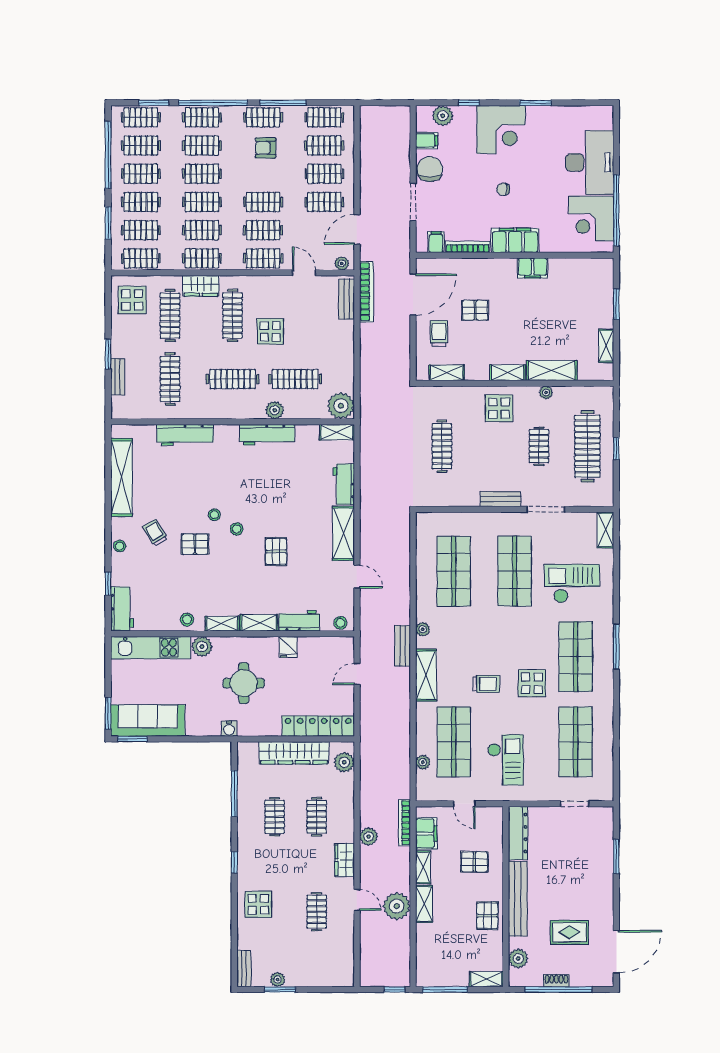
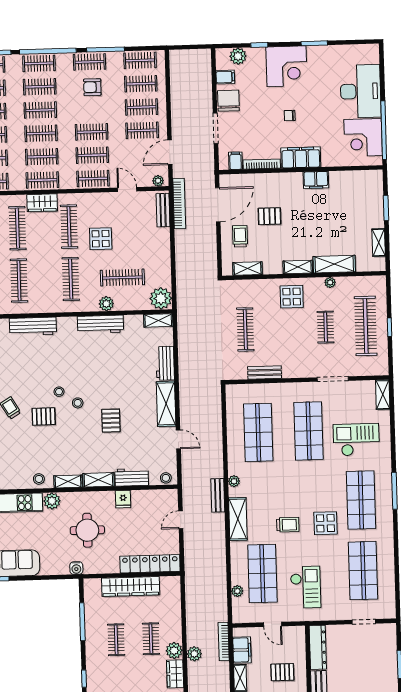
clothes rail: (233, 379) -> (71, 279), turned 90
bench: (500, 499) -> (265, 373), moved
plant: (344, 762) -> (174, 651), moved

